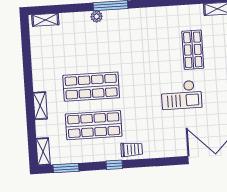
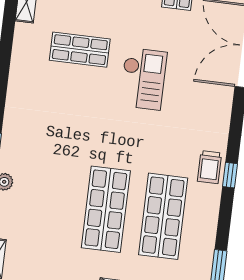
trolley: (132, 149) -> (210, 167), turned 180
window: (114, 165) -> (230, 175), moved

